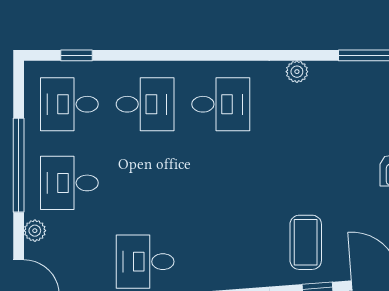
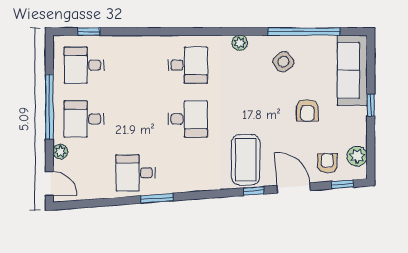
side table: (361, 99) -> (283, 62), added
desk: (145, 104) -> (188, 119), moved
coffee table: (306, 242) -> (246, 160), width x1.36, depth x1.32

